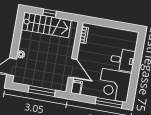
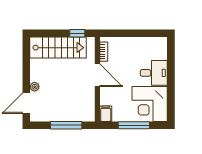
window: (49, 13) -> (77, 33), moved
door: (73, 68) -> (97, 75), moved
window: (109, 103) -> (134, 125), moved

